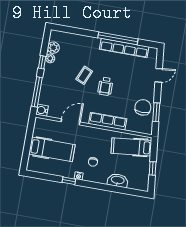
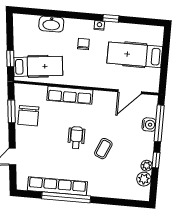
water cooler: (42, 110) -> (149, 125), moved
door: (71, 122) -> (130, 92), moved
window: (153, 168) -> (10, 59), moved

